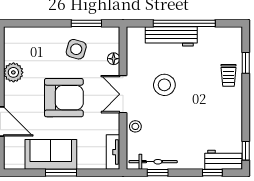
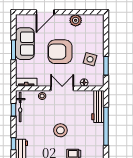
workbench: (171, 36) -> (98, 106), moved
stool: (164, 85) -> (60, 130), moved
armchair: (64, 98) -> (60, 52), turned 90

